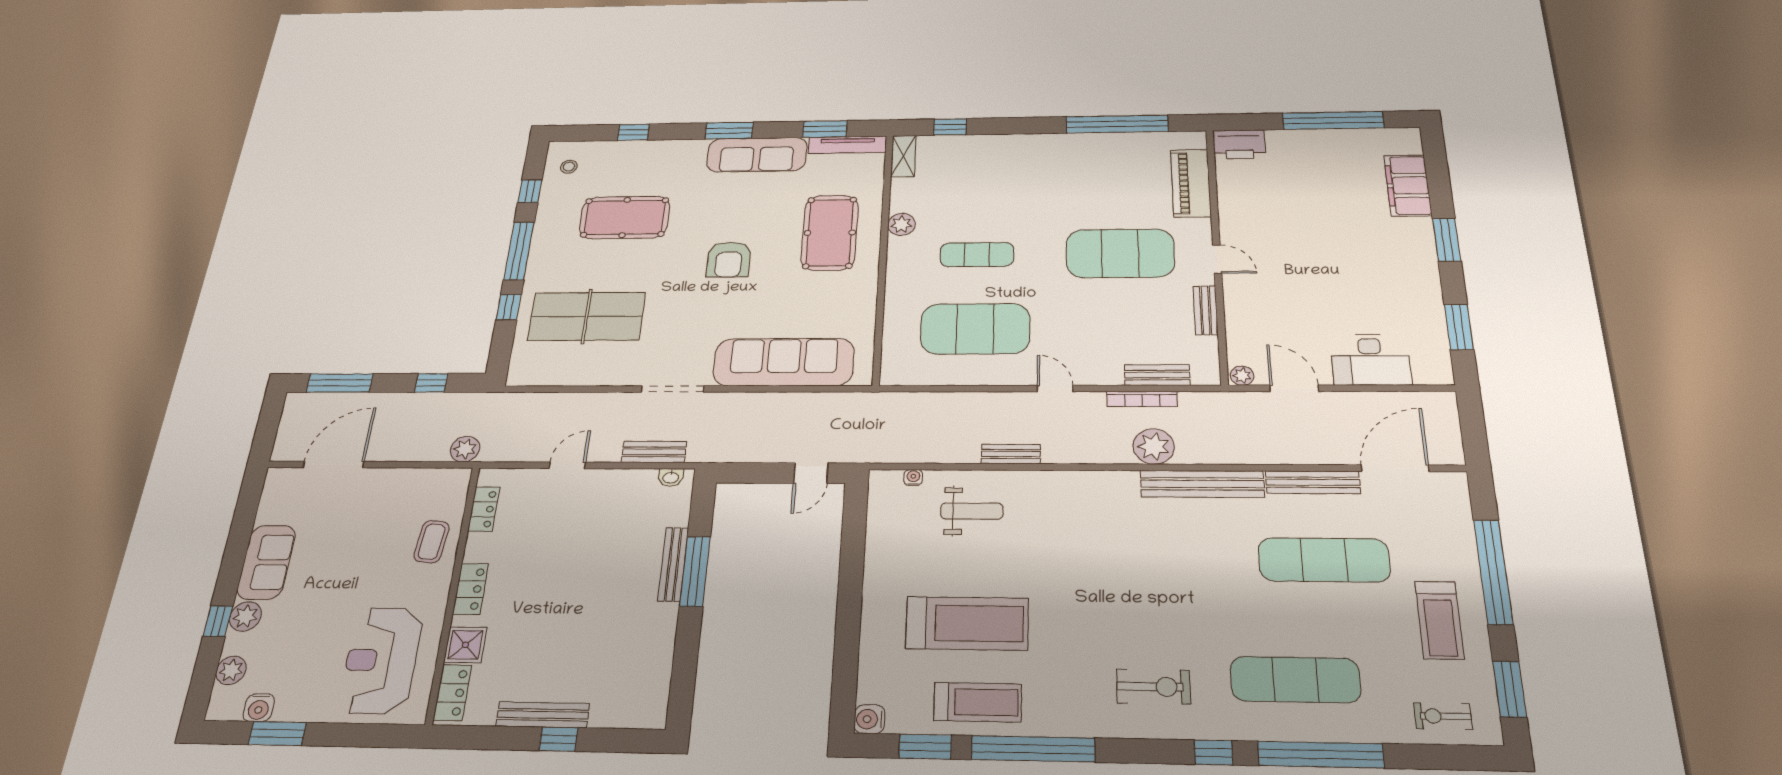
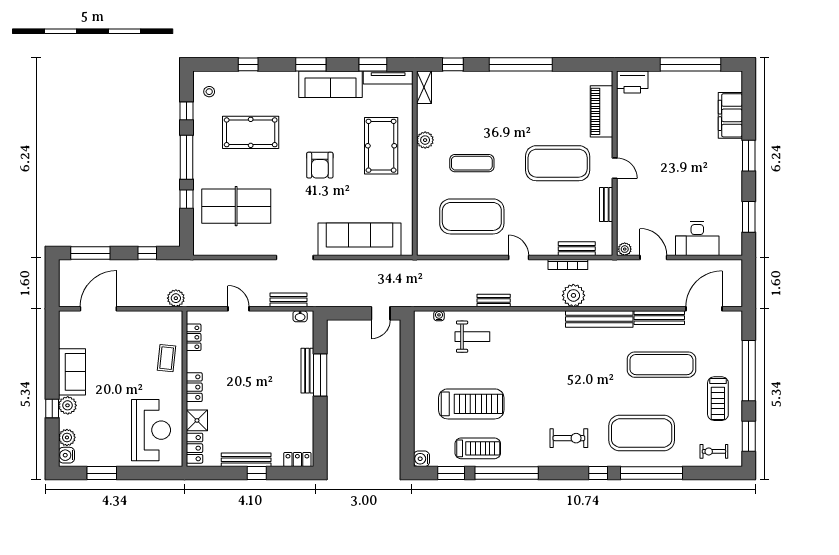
window: (1117, 124) -> (521, 64), moved
door: (567, 465) -> (239, 309), hinge flipped
reception desk: (381, 660) -> (151, 430), turned 180
exercise mat: (1295, 680) -> (642, 433), width x1.47
water cooler: (259, 708) -> (66, 455), moved, turned 90
locker: (637, 716) -> (297, 460), added

